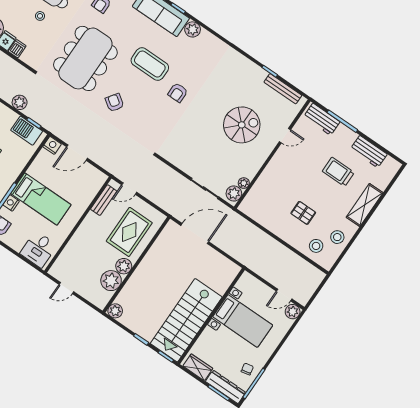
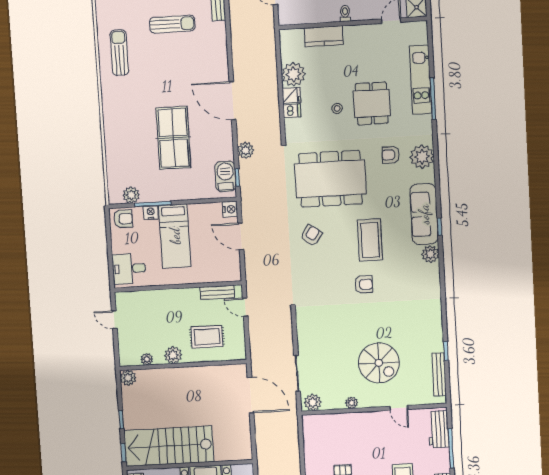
armchair: (178, 93) -> (364, 284), turned 180
plant: (244, 183) -> (352, 403), moved
rug: (129, 232) -> (207, 337), width x0.73, depth x0.70
plant: (111, 281) -> (147, 359), width x0.53, depth x0.53

